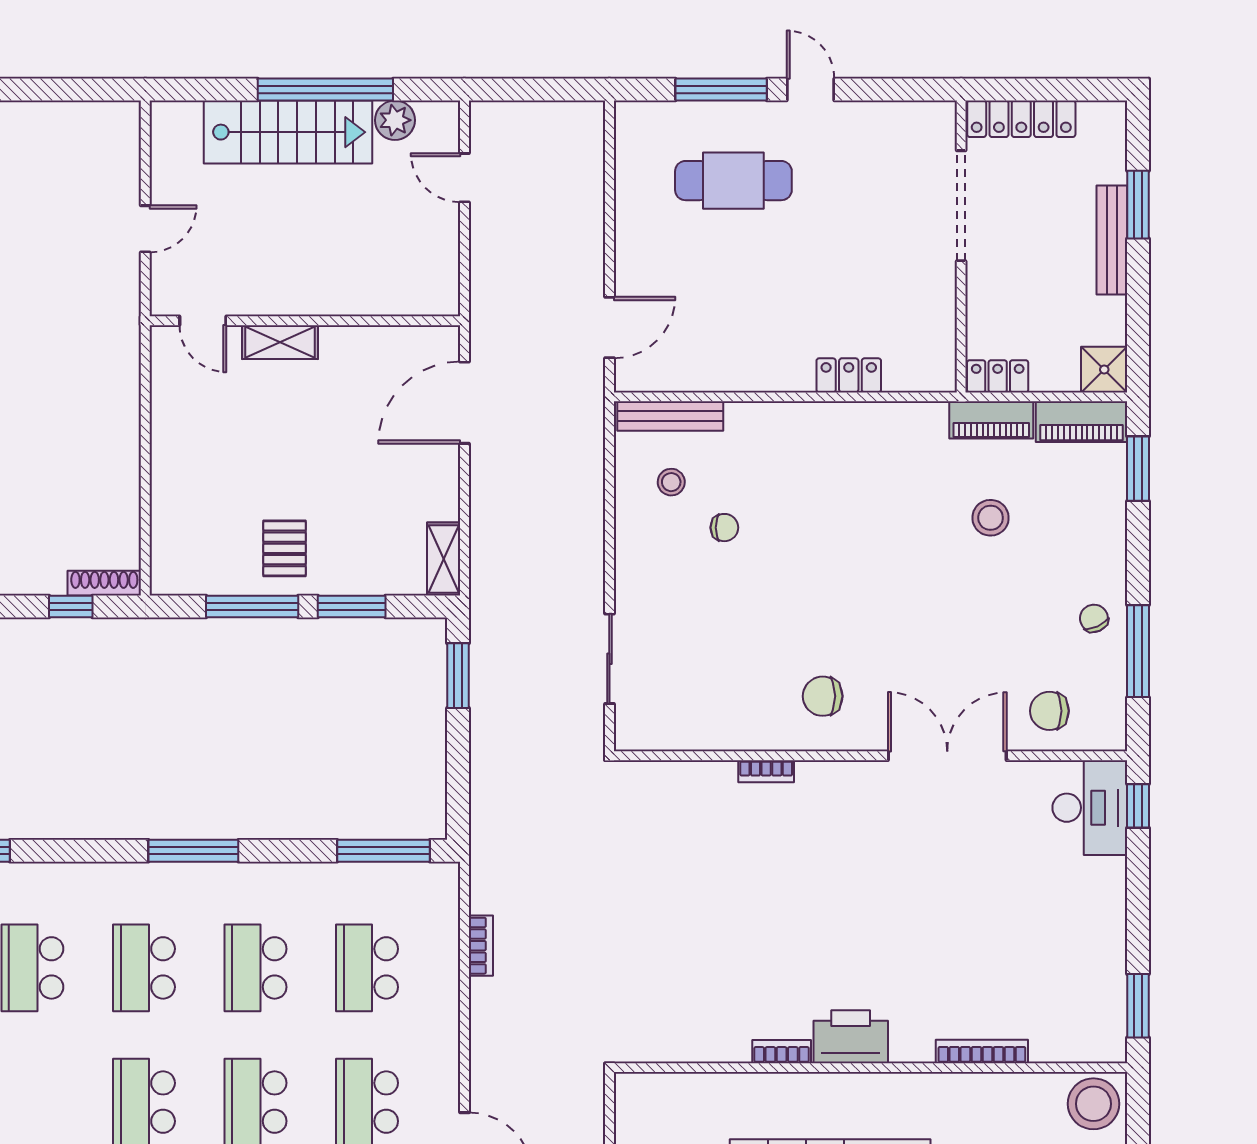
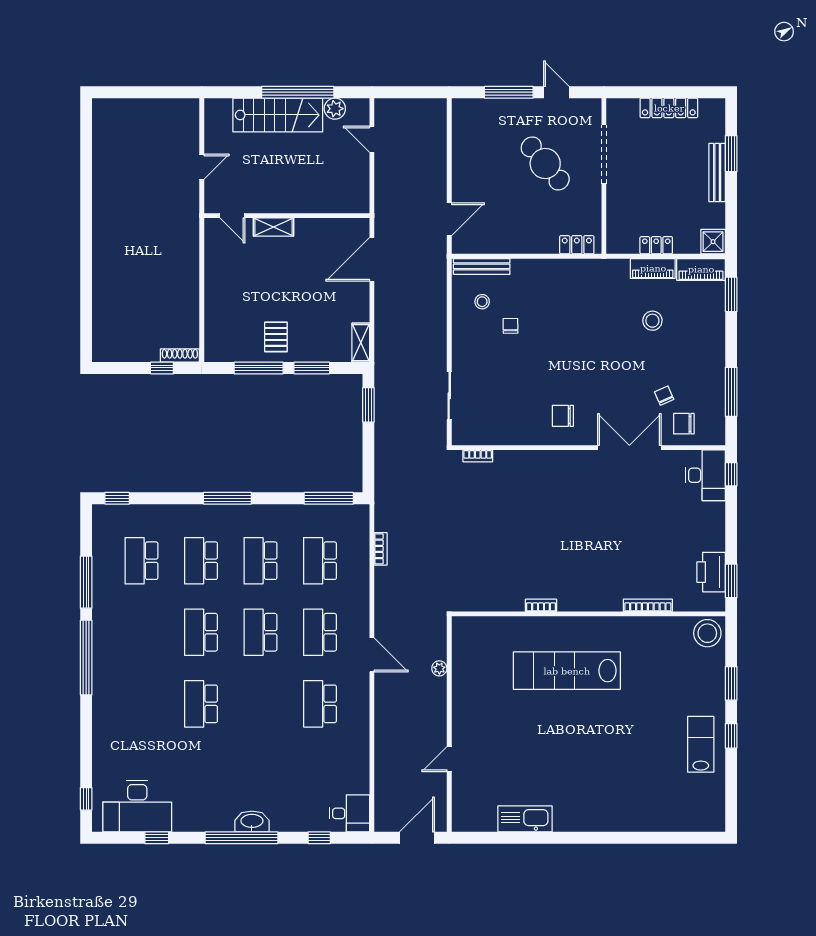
cafe table: (733, 181) -> (545, 164), moved, turned 50
doorway: (961, 206) -> (604, 154), moved
wall: (961, 246) -> (604, 176), moved
chair: (724, 528) -> (510, 326), turned -91
chair: (1094, 618) -> (664, 396), moved
bookcase: (766, 771) -> (478, 456), moved
printer: (851, 1037) -> (711, 572), moved, turned -90

